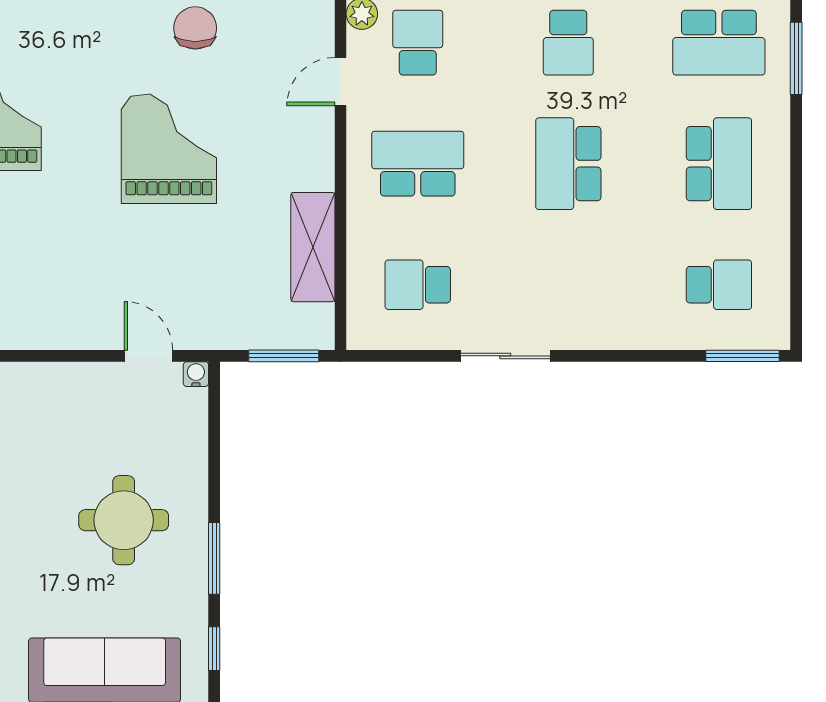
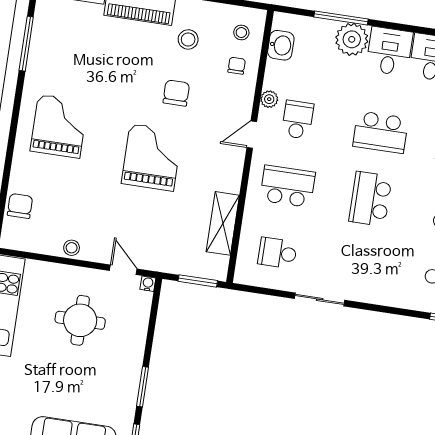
school desk: (568, 43) -> (381, 132), width x1.85
stool: (51, 331) -> (72, 248), added
round table: (124, 520) -> (80, 320), moved

